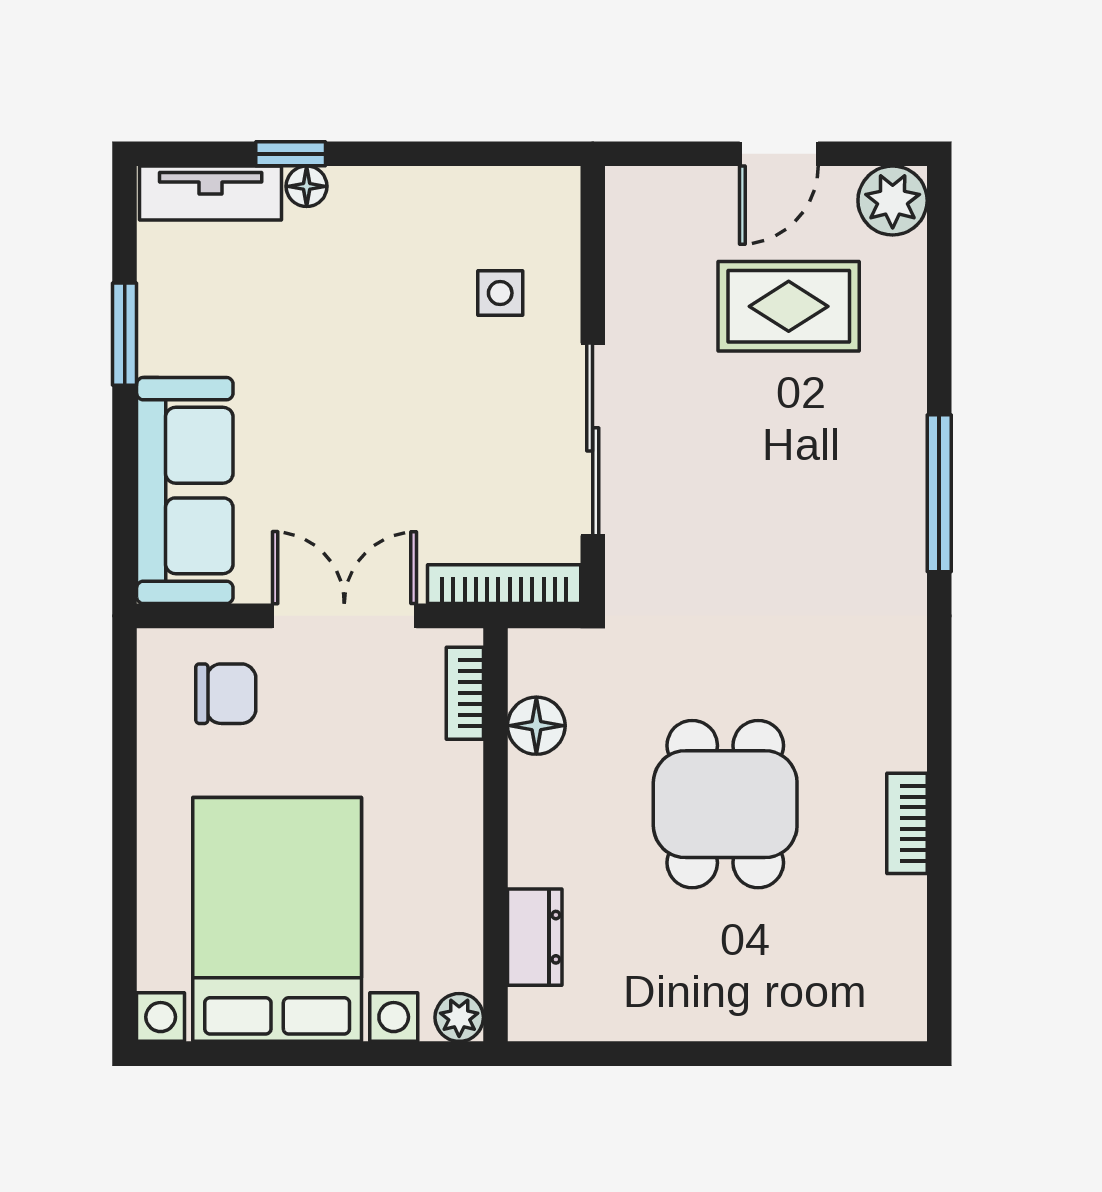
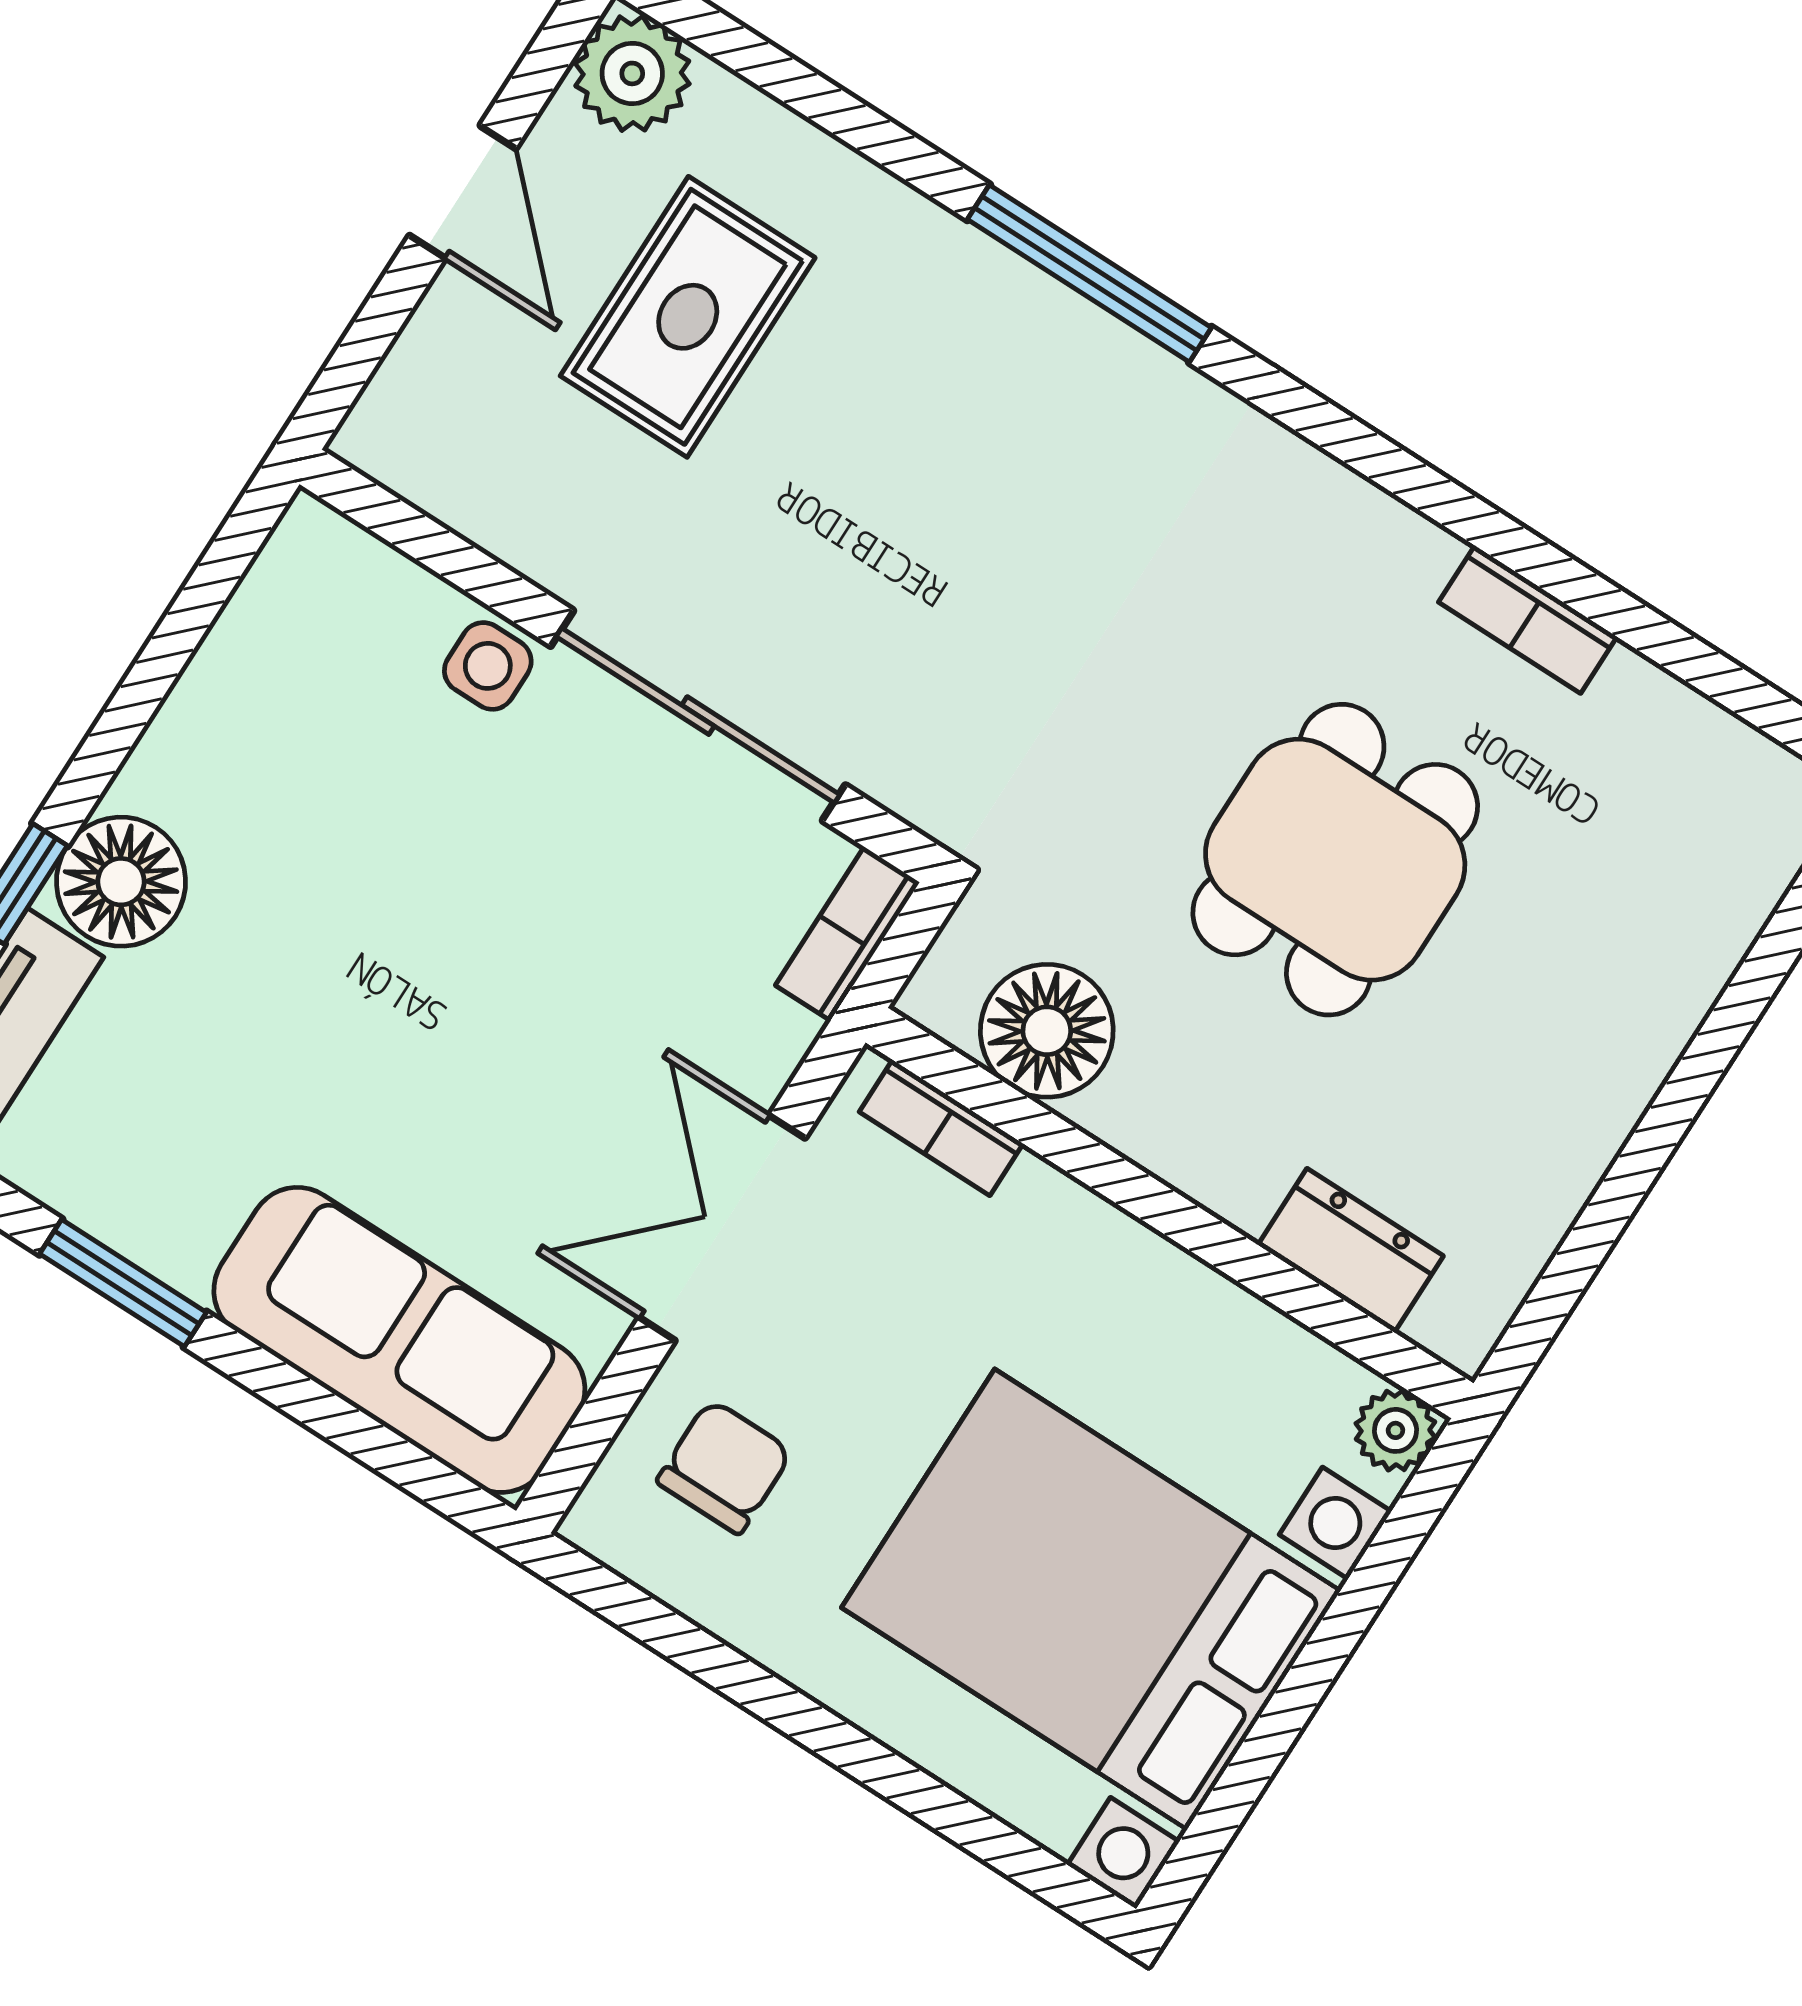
floor lamp: (307, 186) -> (121, 882), width x1.89, depth x1.89
side table: (500, 293) -> (488, 666), moved
bookcase: (504, 584) -> (847, 934), width x0.64
floor lamp: (536, 726) -> (1047, 1031), width x1.38, depth x1.38
dining table: (725, 804) -> (1335, 860), turned 90

